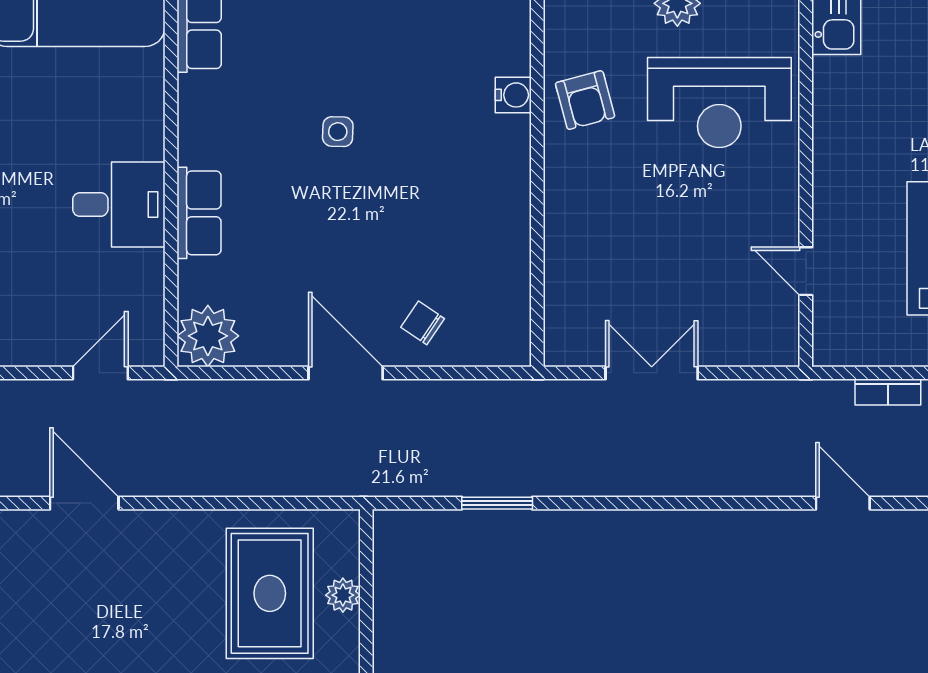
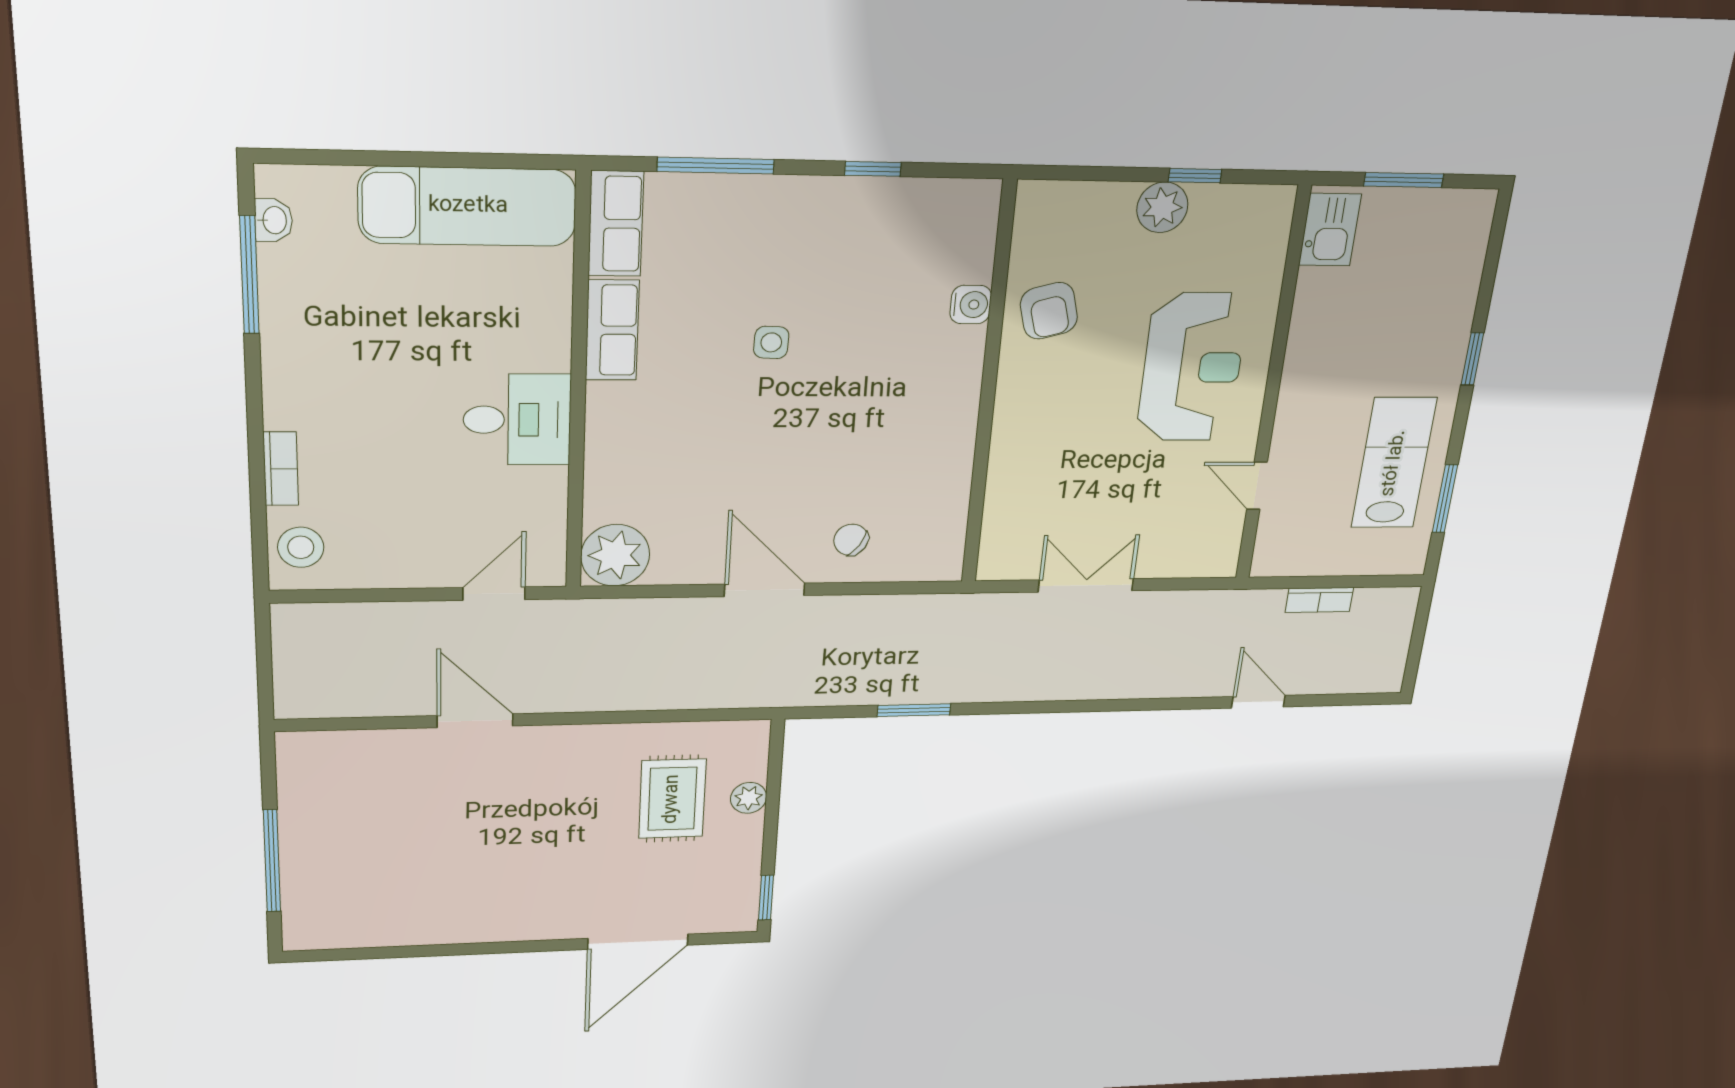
reception desk: (719, 103) -> (1192, 367), moved, turned -90
row of seats: (199, 213) -> (612, 330), moved
rug: (270, 593) -> (672, 799), width x0.73, depth x0.70

